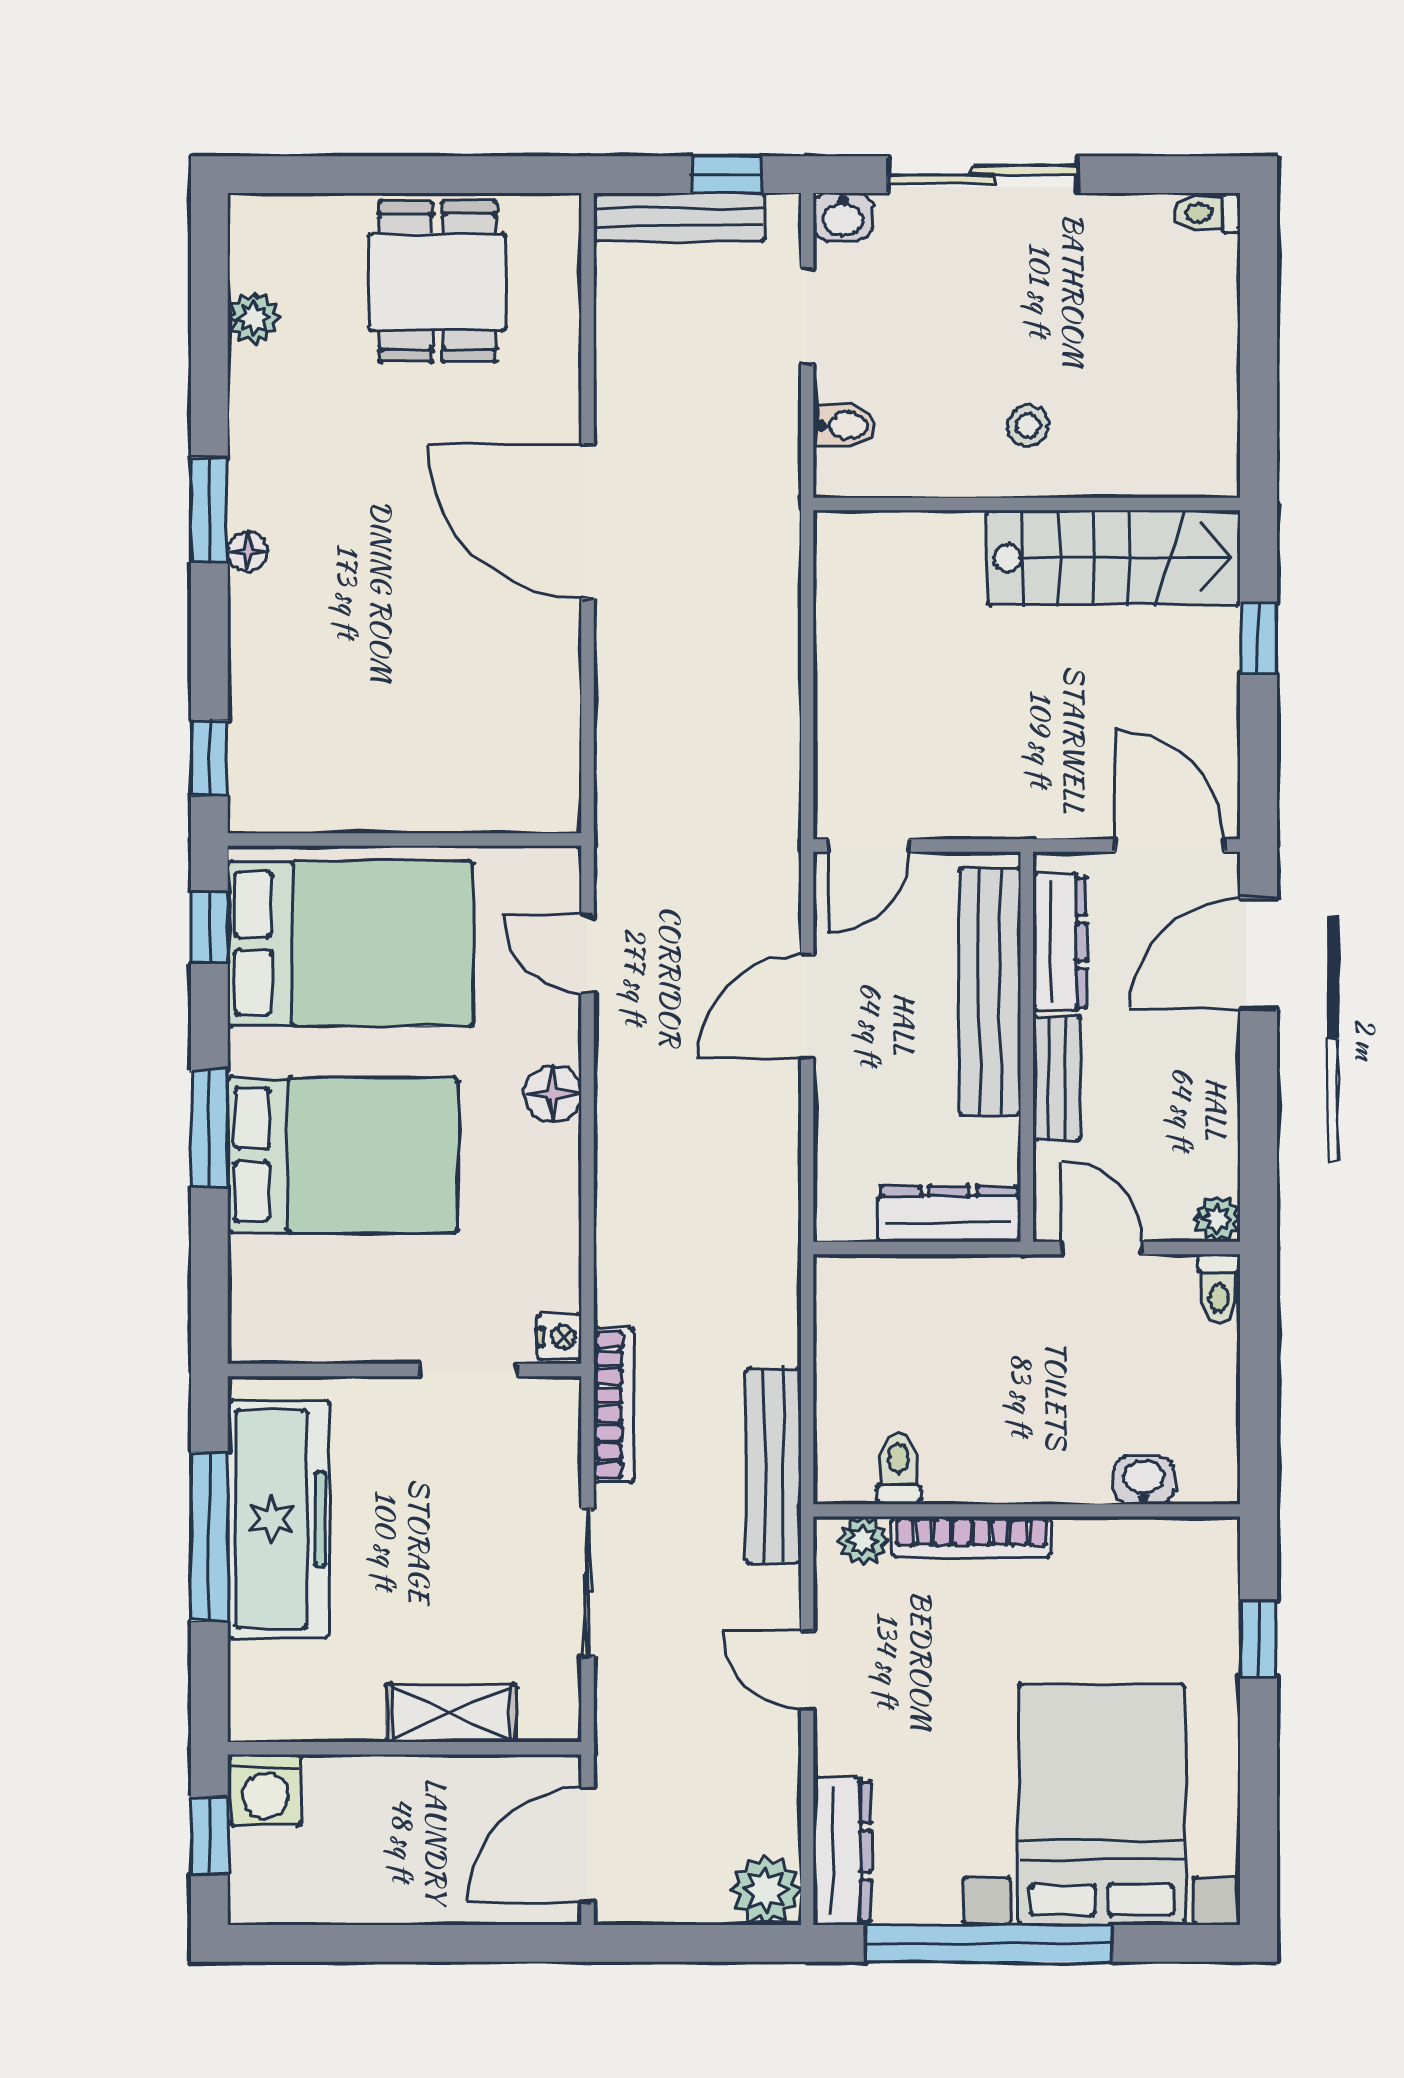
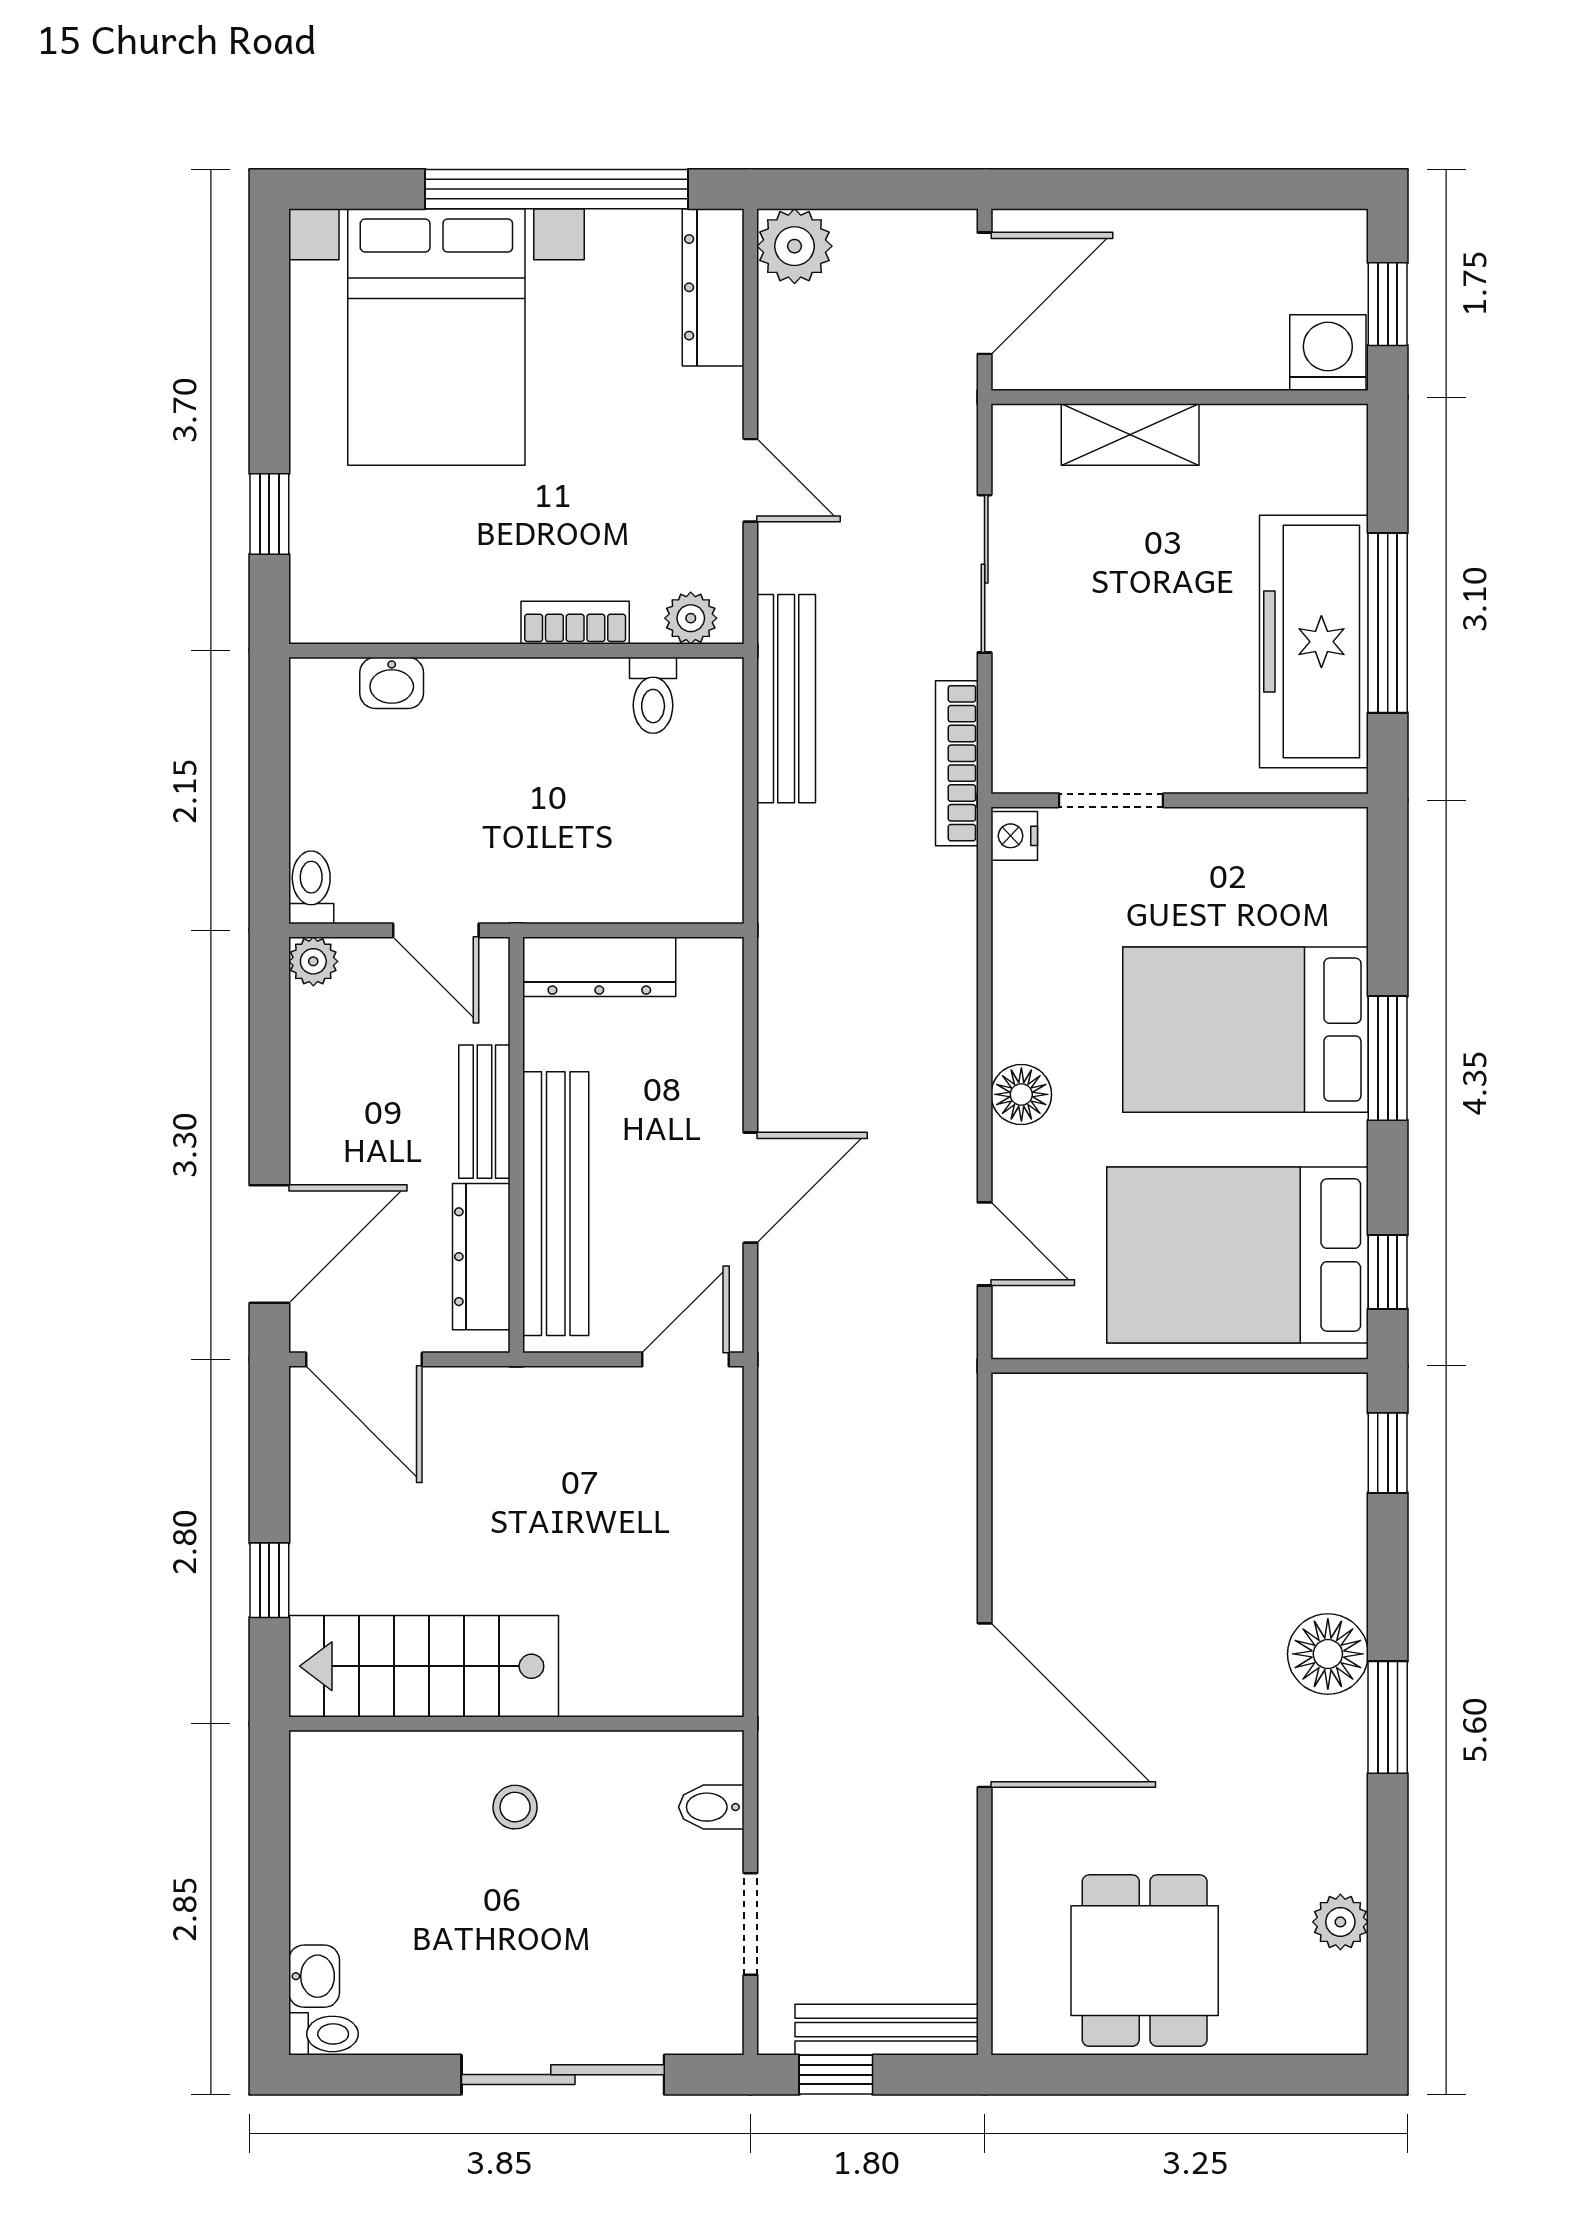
washbasin: (843, 217) -> (314, 1976), moved, turned 90
floor lamp: (248, 551) -> (1328, 1654), width x1.89, depth x1.89
bookcase: (972, 1537) -> (575, 623), width x0.64

